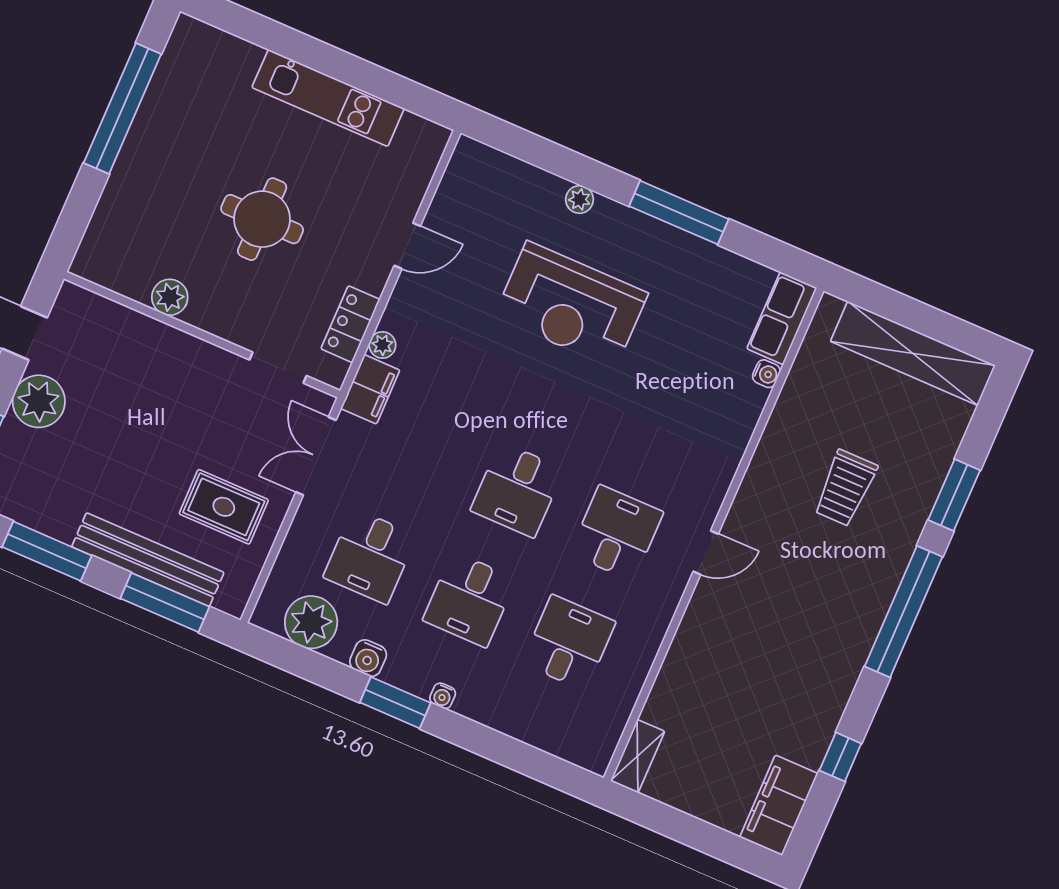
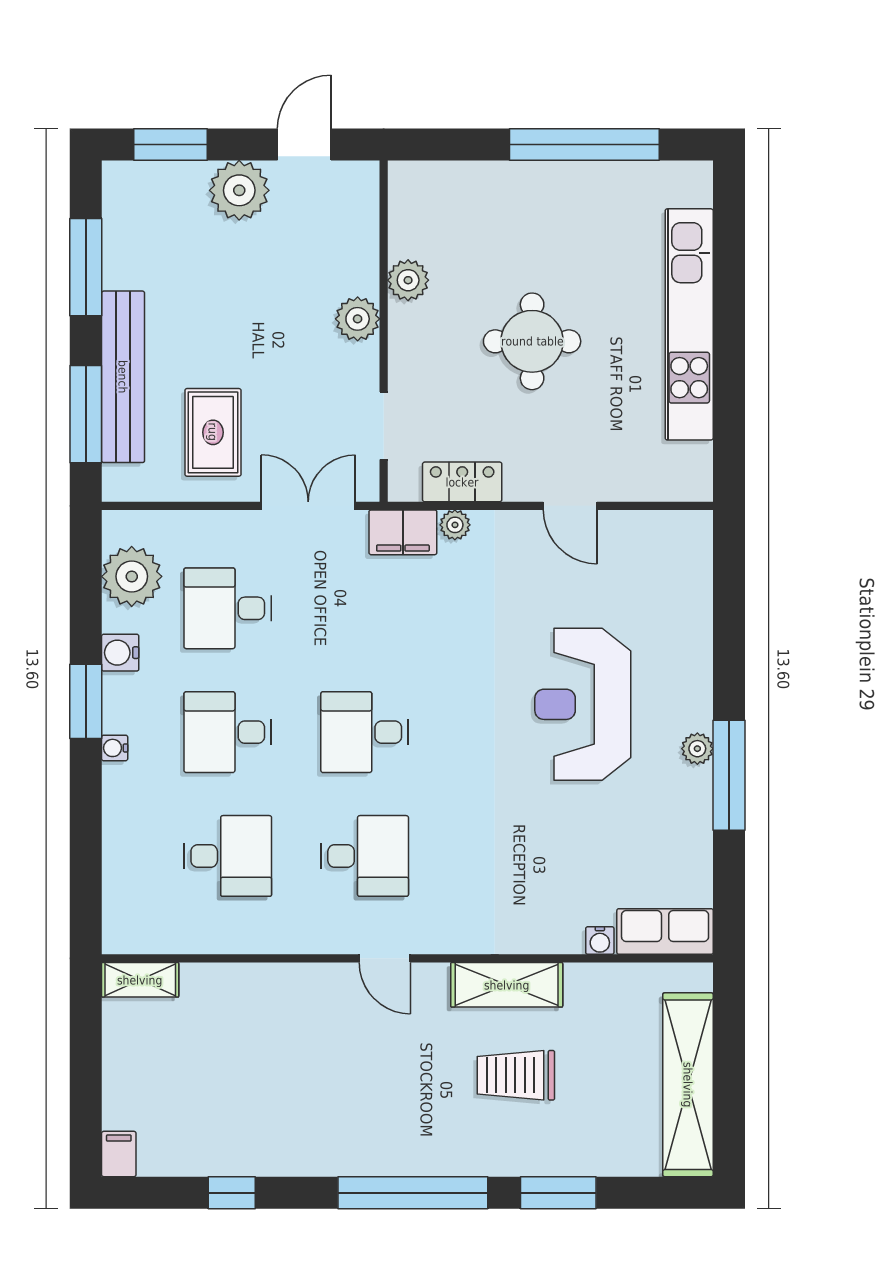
kitchen unit: (328, 98) -> (689, 324), width x1.36
plant: (579, 199) -> (697, 749), moved
plant: (183, 351) -> (358, 319), added
shelving: (769, 464) -> (507, 985), added
filing cabinet: (779, 805) -> (119, 1154), width x0.33, depth x0.86

